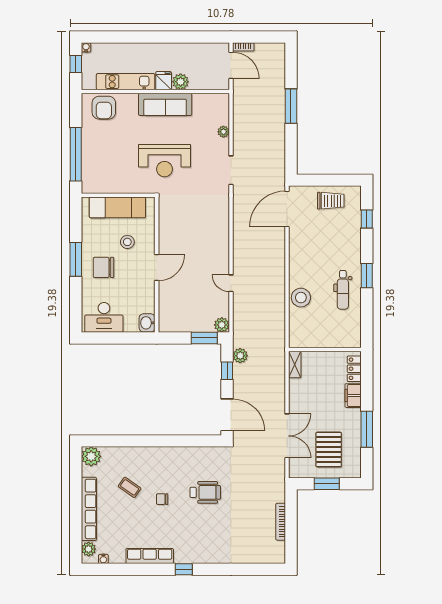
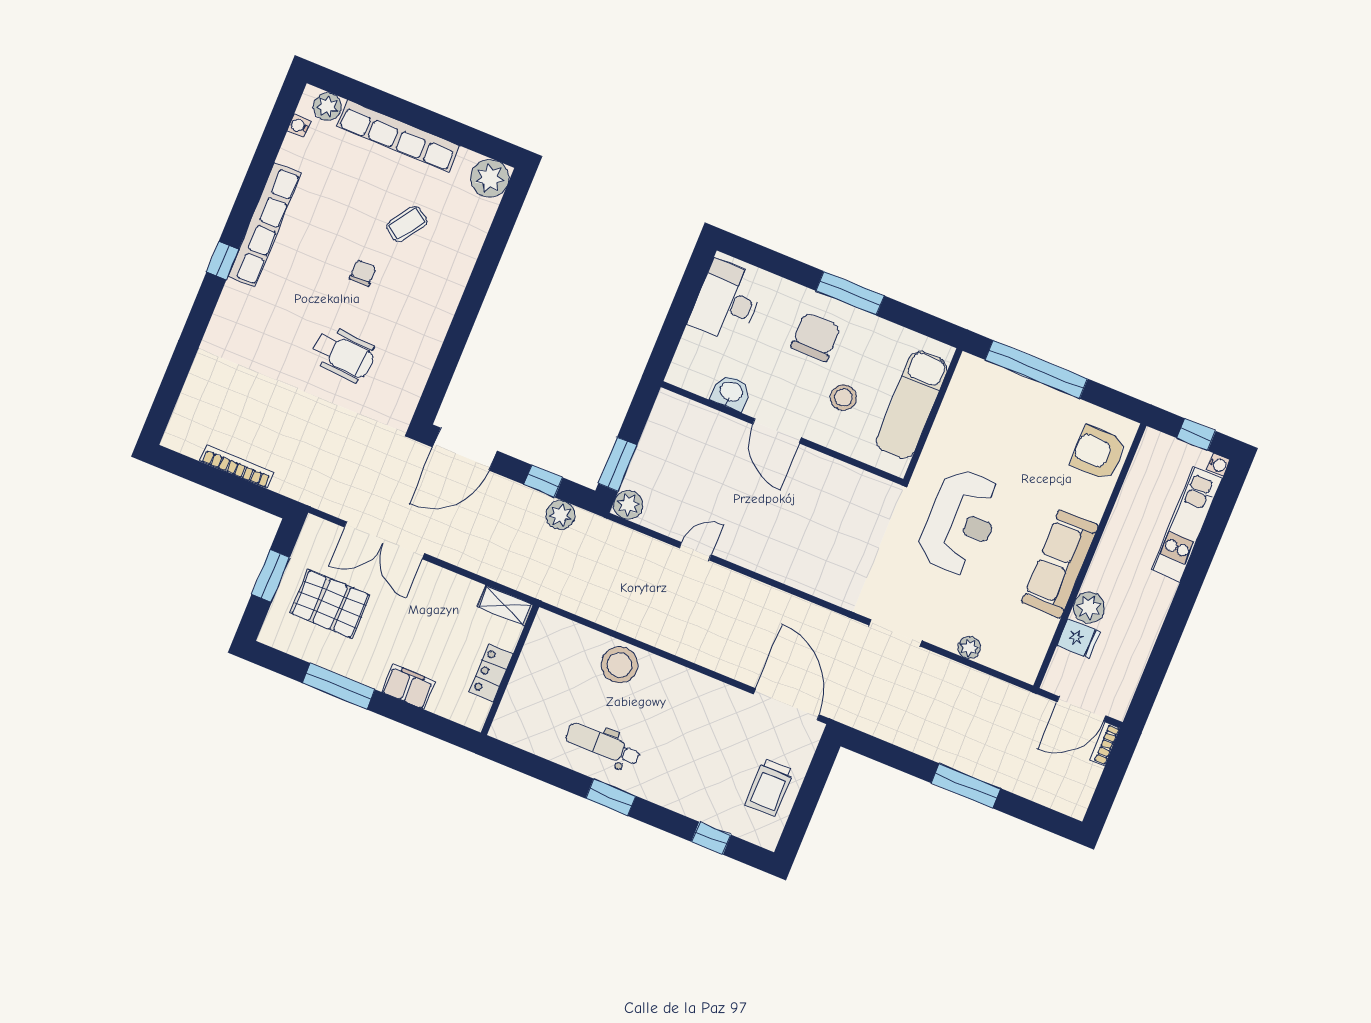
fridge: (164, 81) -> (1079, 638), moved
kitchen unit: (126, 82) -> (1187, 524), moved, turned 180
reception desk: (164, 161) -> (961, 522), turned 180
washbasin: (147, 323) -> (731, 392), moved
locker: (354, 369) -> (491, 673), moved, turned -90
wheelchair: (205, 492) -> (343, 354), turned -85
row of seats: (150, 556) -> (264, 225), width x1.36

